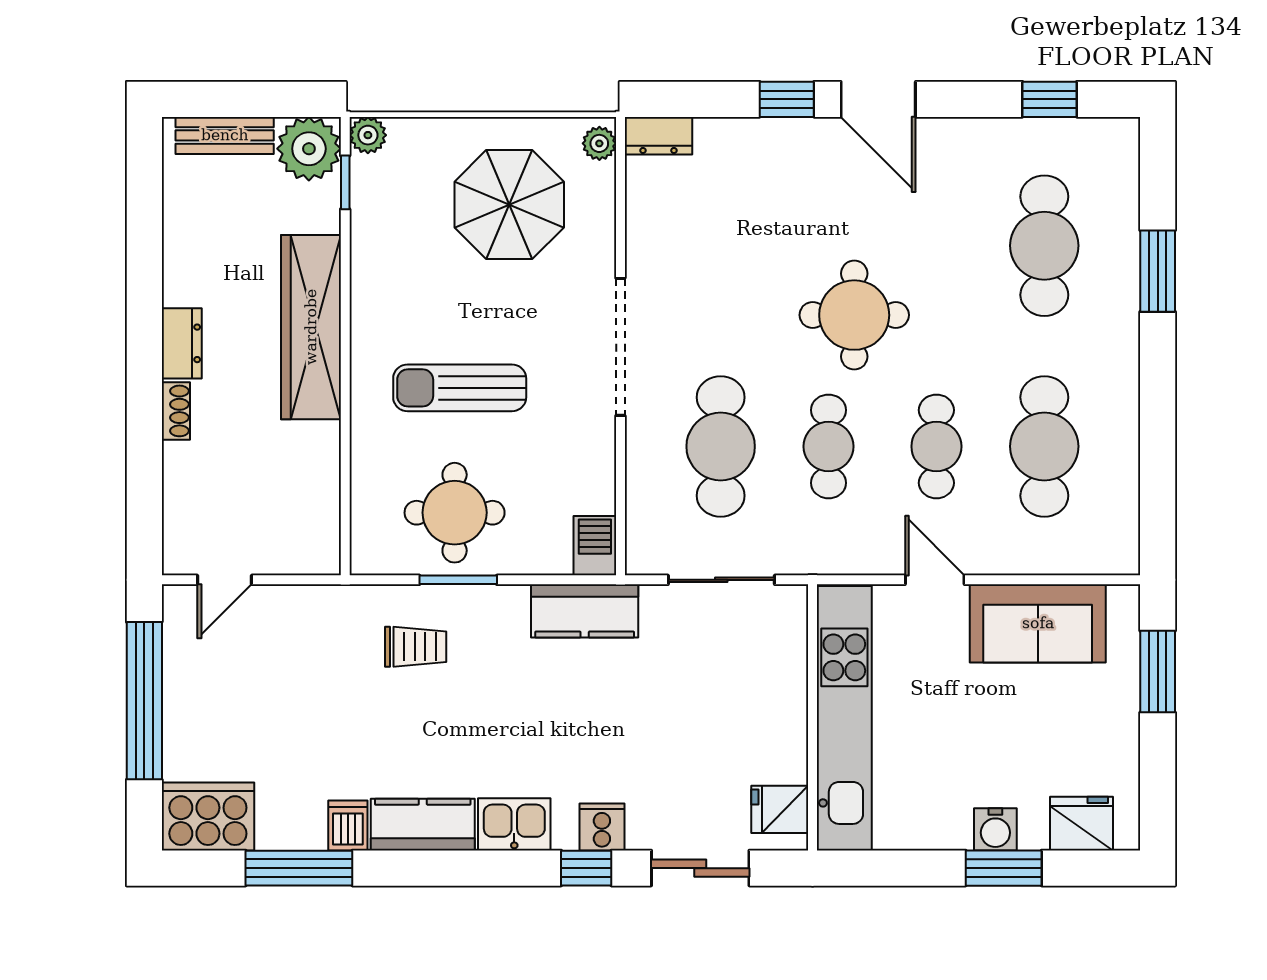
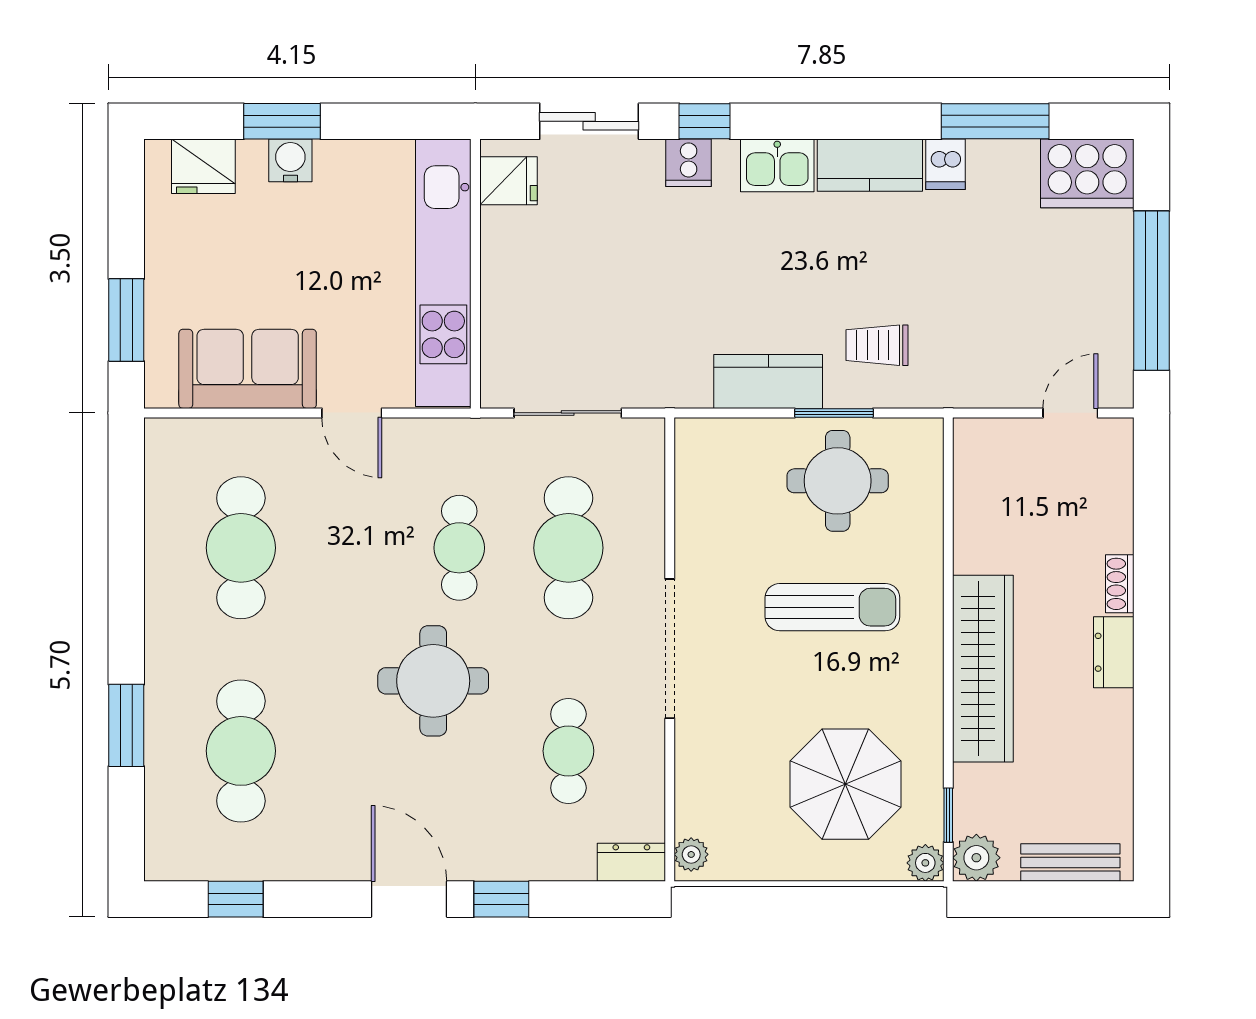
plant: (309, 149) -> (976, 858), width x0.73, depth x0.73
parasol: (509, 205) -> (845, 784), moved
cafe table: (936, 446) -> (568, 751), moved
barbecue: (595, 546) -> (696, 448), removed
kitchen counter: (585, 611) -> (768, 381), moved

